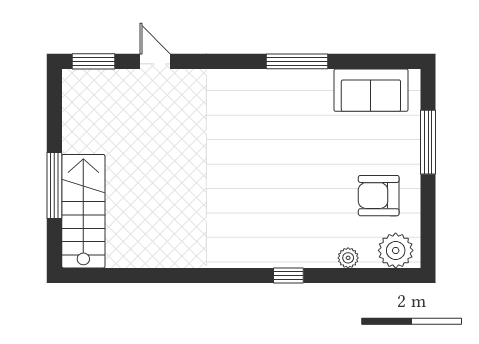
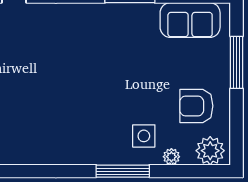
side table: (314, 232) -> (144, 136), added
window: (288, 276) -> (123, 171), width x2.17

